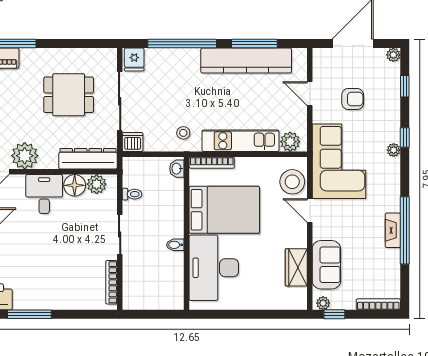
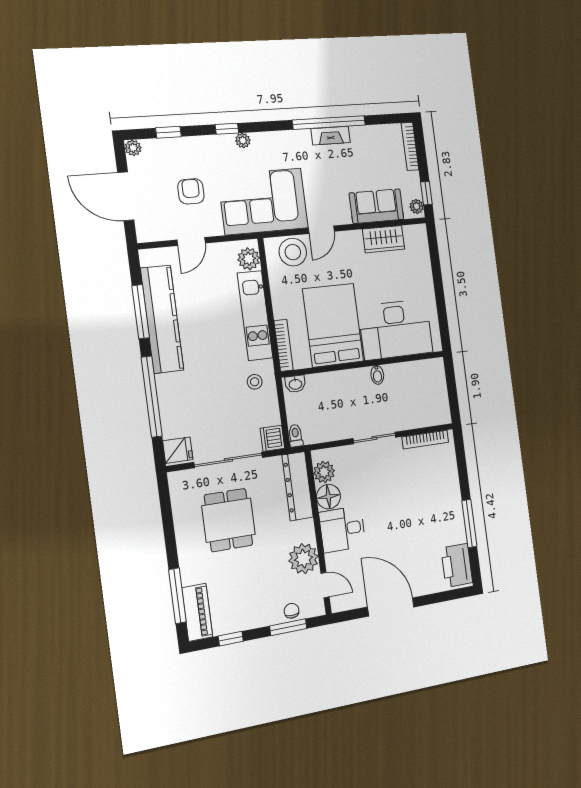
toilet: (132, 194) -> (296, 436), moved

